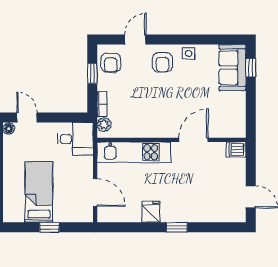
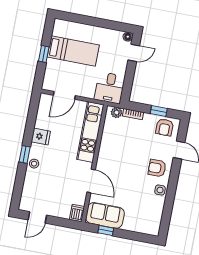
armchair: (111, 63) -> (165, 127), turned -90
sofa: (232, 68) -> (105, 215), moved
window: (251, 68) -> (106, 231), moved
stool: (186, 214) -> (34, 164), added

